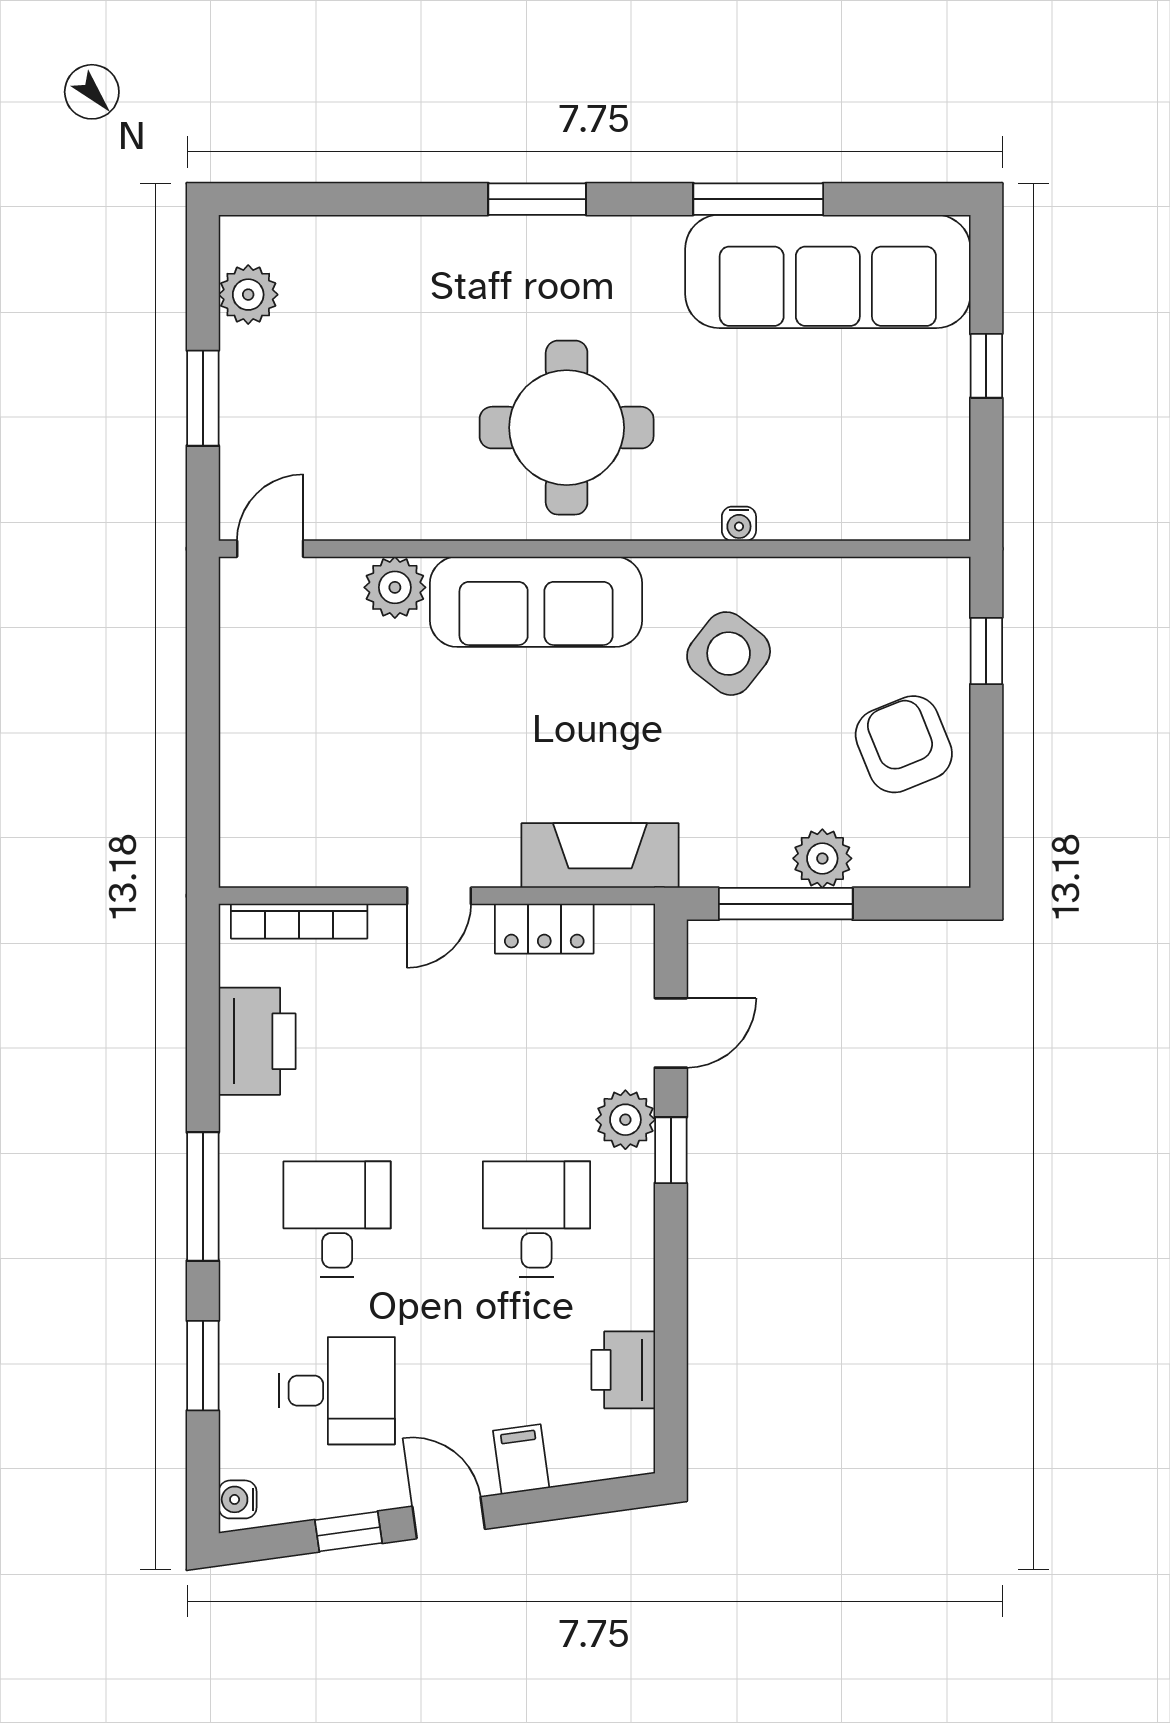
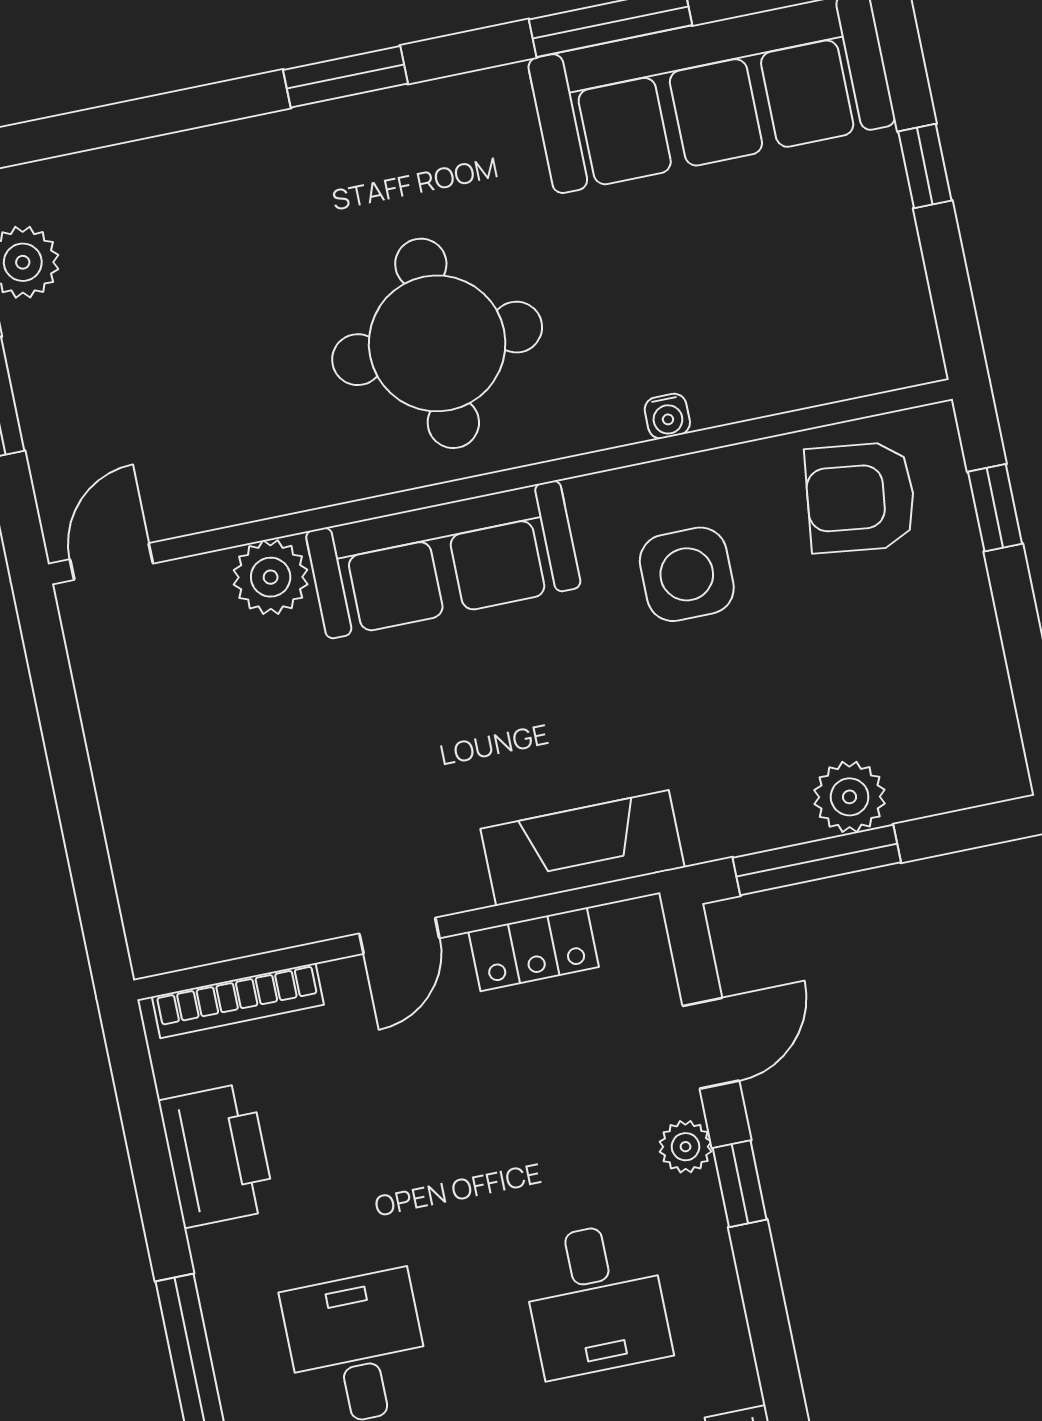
side table: (729, 654) -> (687, 574), turned -38
armchair: (904, 744) -> (860, 497), moved, turned -61
plant: (625, 1120) -> (686, 1147), width x0.73, depth x0.73
desk: (536, 1219) -> (596, 1299), turned 180

